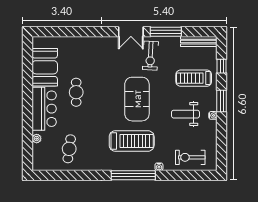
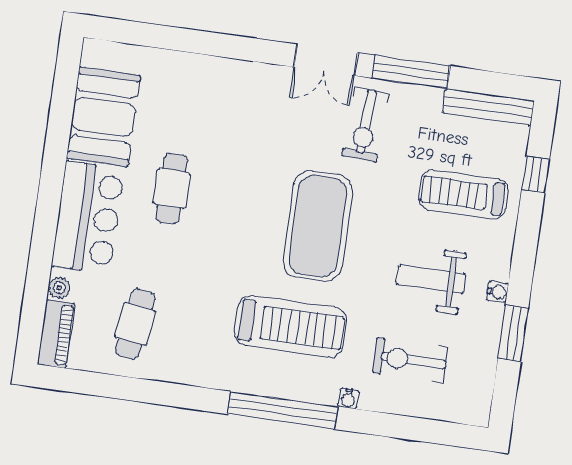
window: (222, 101) -> (513, 333), moved
piano: (38, 157) -> (56, 334), added
exercise bike: (190, 157) -> (410, 360), moved

